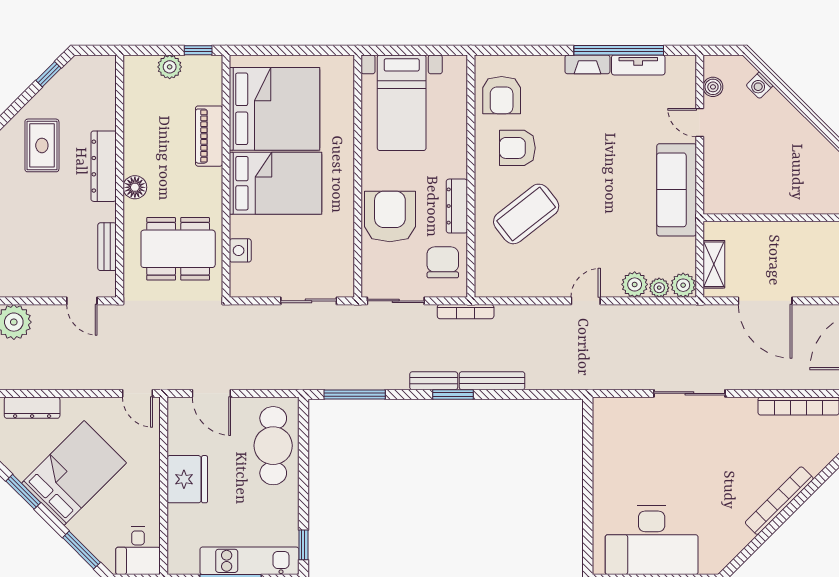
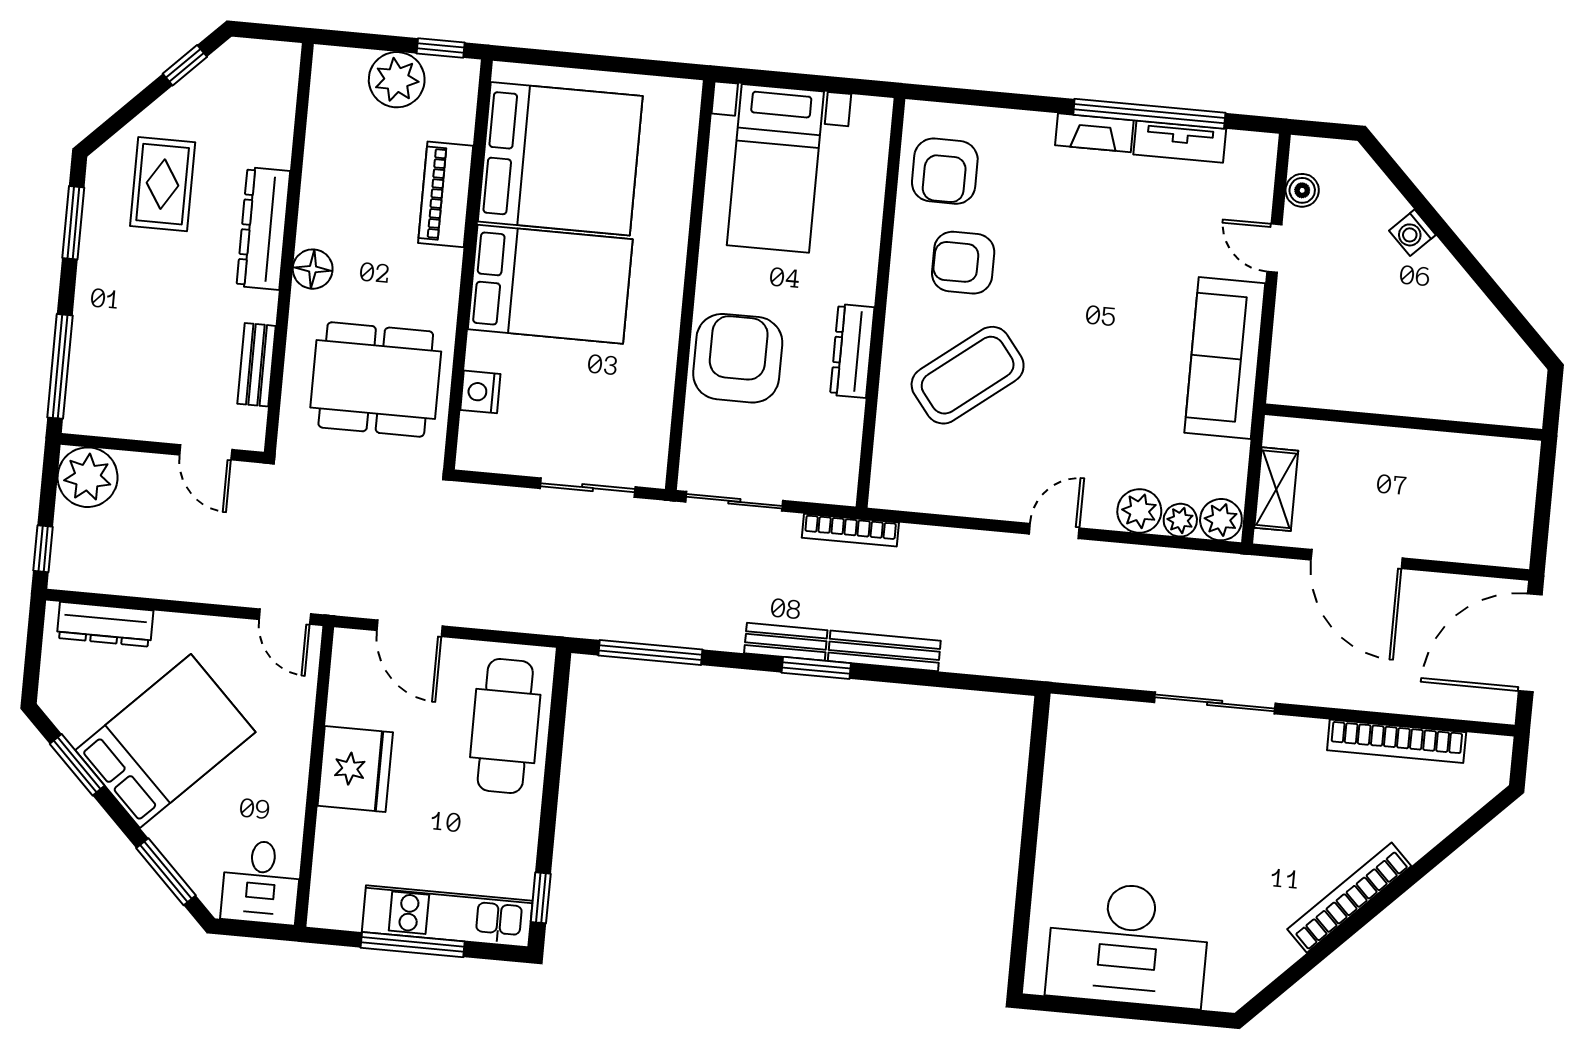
plant: (170, 67) -> (397, 80), width x1.36, depth x1.36
washing machine: (760, 85) -> (1412, 233), moved
chair: (443, 262) -> (820, 444), removed

